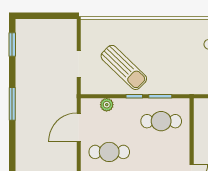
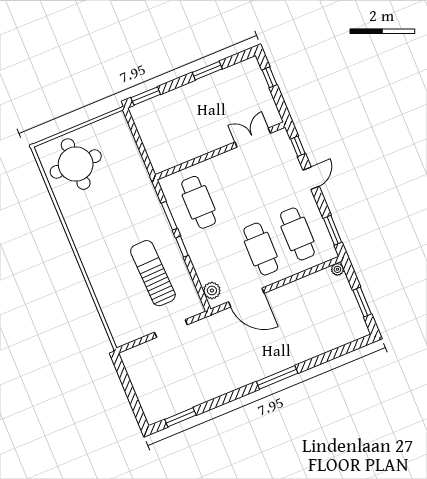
sun lounger: (124, 67) -> (153, 273), turned -46
window: (12, 104) -> (277, 377), moved
plant: (107, 105) -> (212, 290), moved

